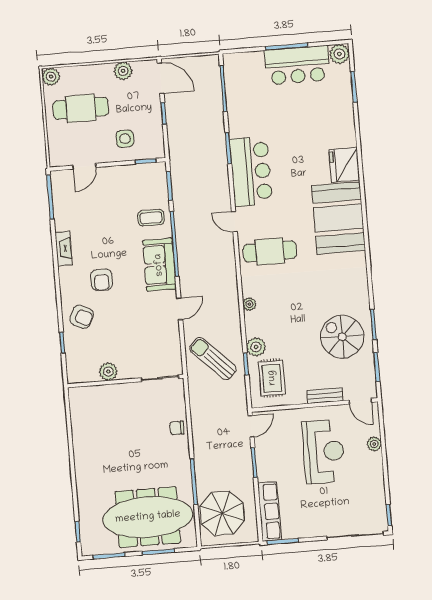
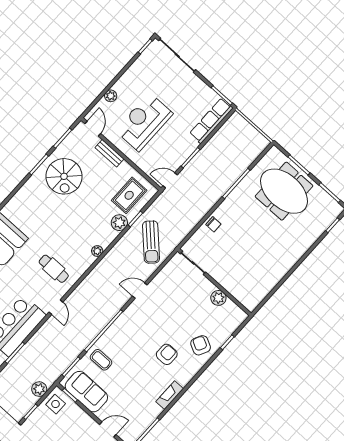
side table: (125, 139) -> (56, 404), moved
plant: (176, 139) -> (39, 389), added
cafe table: (270, 251) -> (54, 269), width x0.73, depth x0.74
sofa: (159, 265) -> (86, 392), moved, turned -90
parasol: (222, 513) -> (239, 148), removed
meeting table: (148, 517) -> (284, 191), width x0.73

